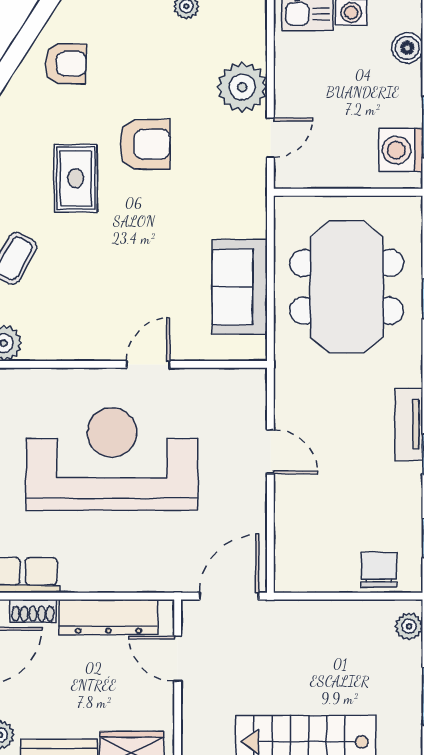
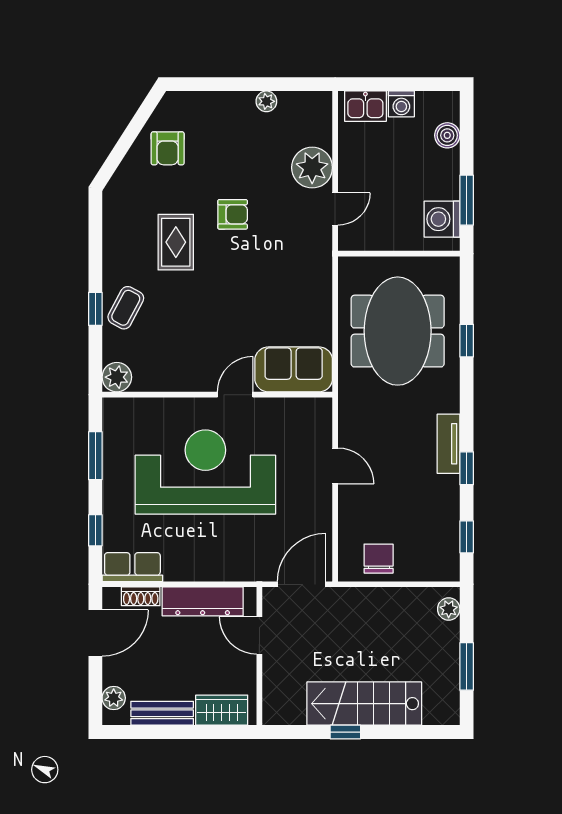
armchair: (66, 64) -> (168, 148), turned 89
armchair: (145, 144) -> (233, 214), width x0.72, depth x0.72
sofa: (240, 287) -> (294, 369), moved, turned 90
chair: (379, 570) -> (379, 559), moved

